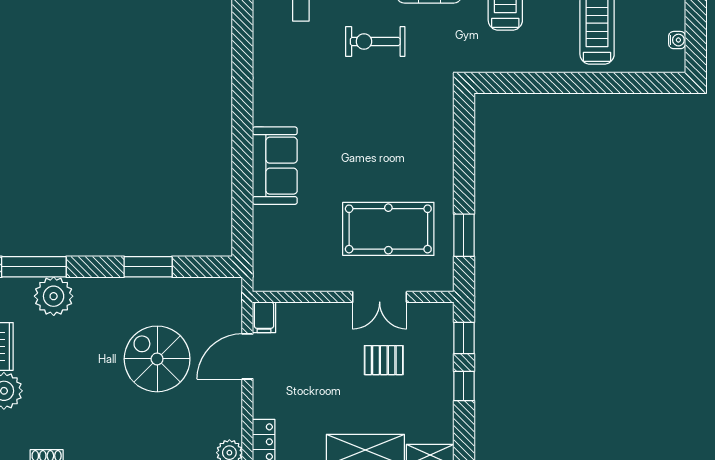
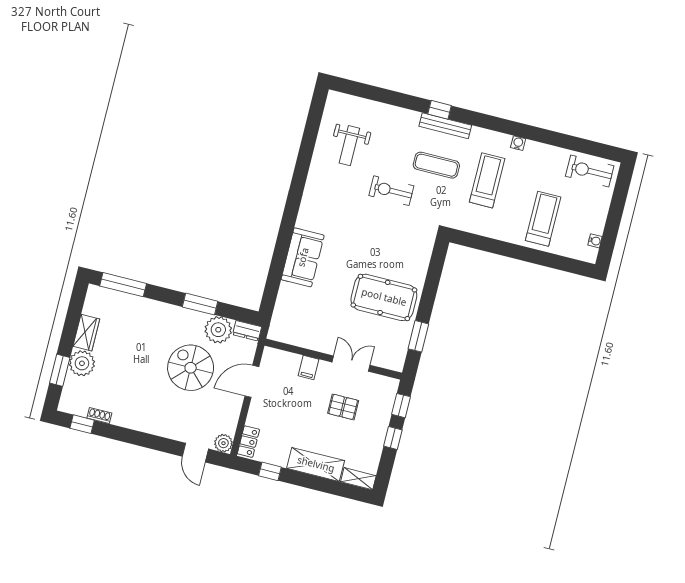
pool table: (388, 229) -> (384, 297), moved
dresser: (223, 287) -> (247, 331), added
plant: (54, 296) -> (218, 330), moved
double door: (380, 297) -> (351, 364), swing flipped
filing cabinet: (264, 317) -> (309, 368), moved

